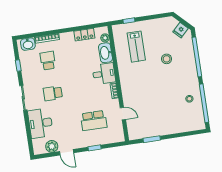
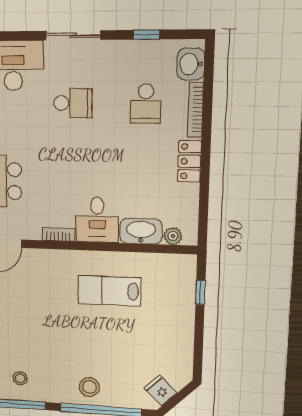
locker: (84, 35) -> (189, 161), moved
lab bench: (136, 47) -> (109, 291), moved
stool: (167, 59) -> (89, 387), moved
school desk: (48, 61) -> (146, 104), turned 90
school desk: (53, 93) -> (73, 103), turned 90

